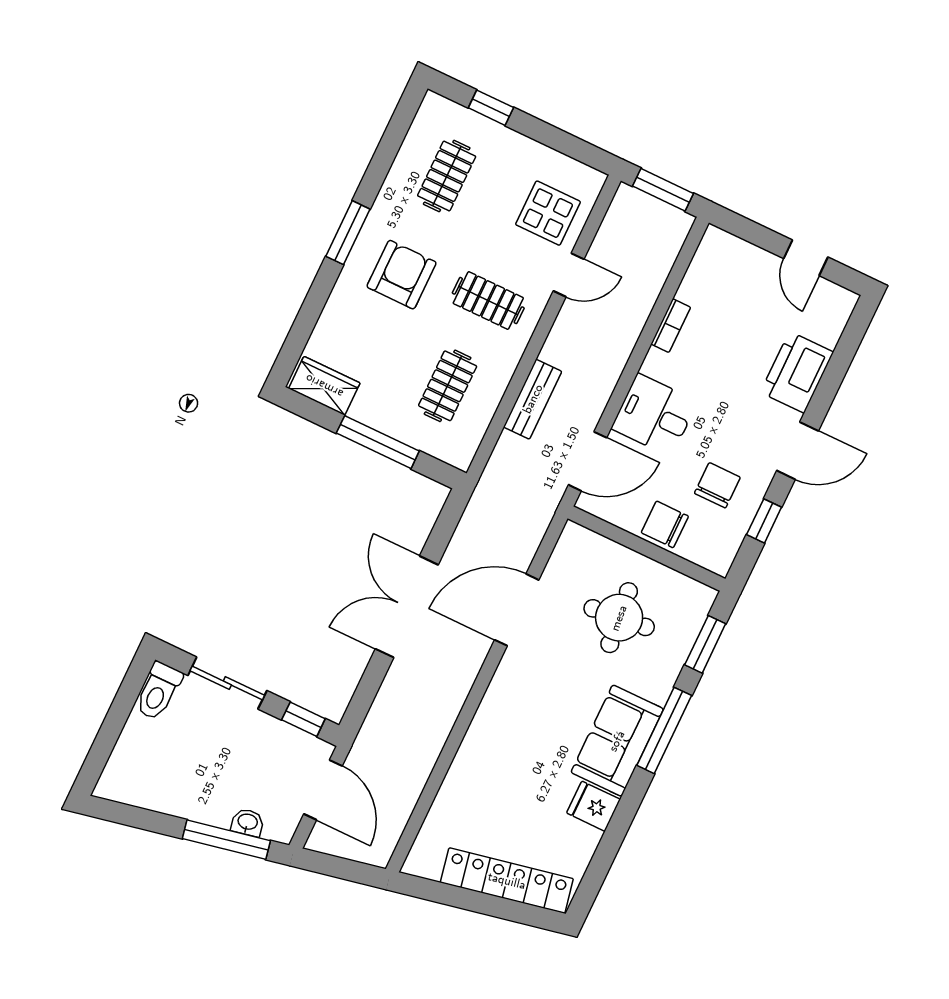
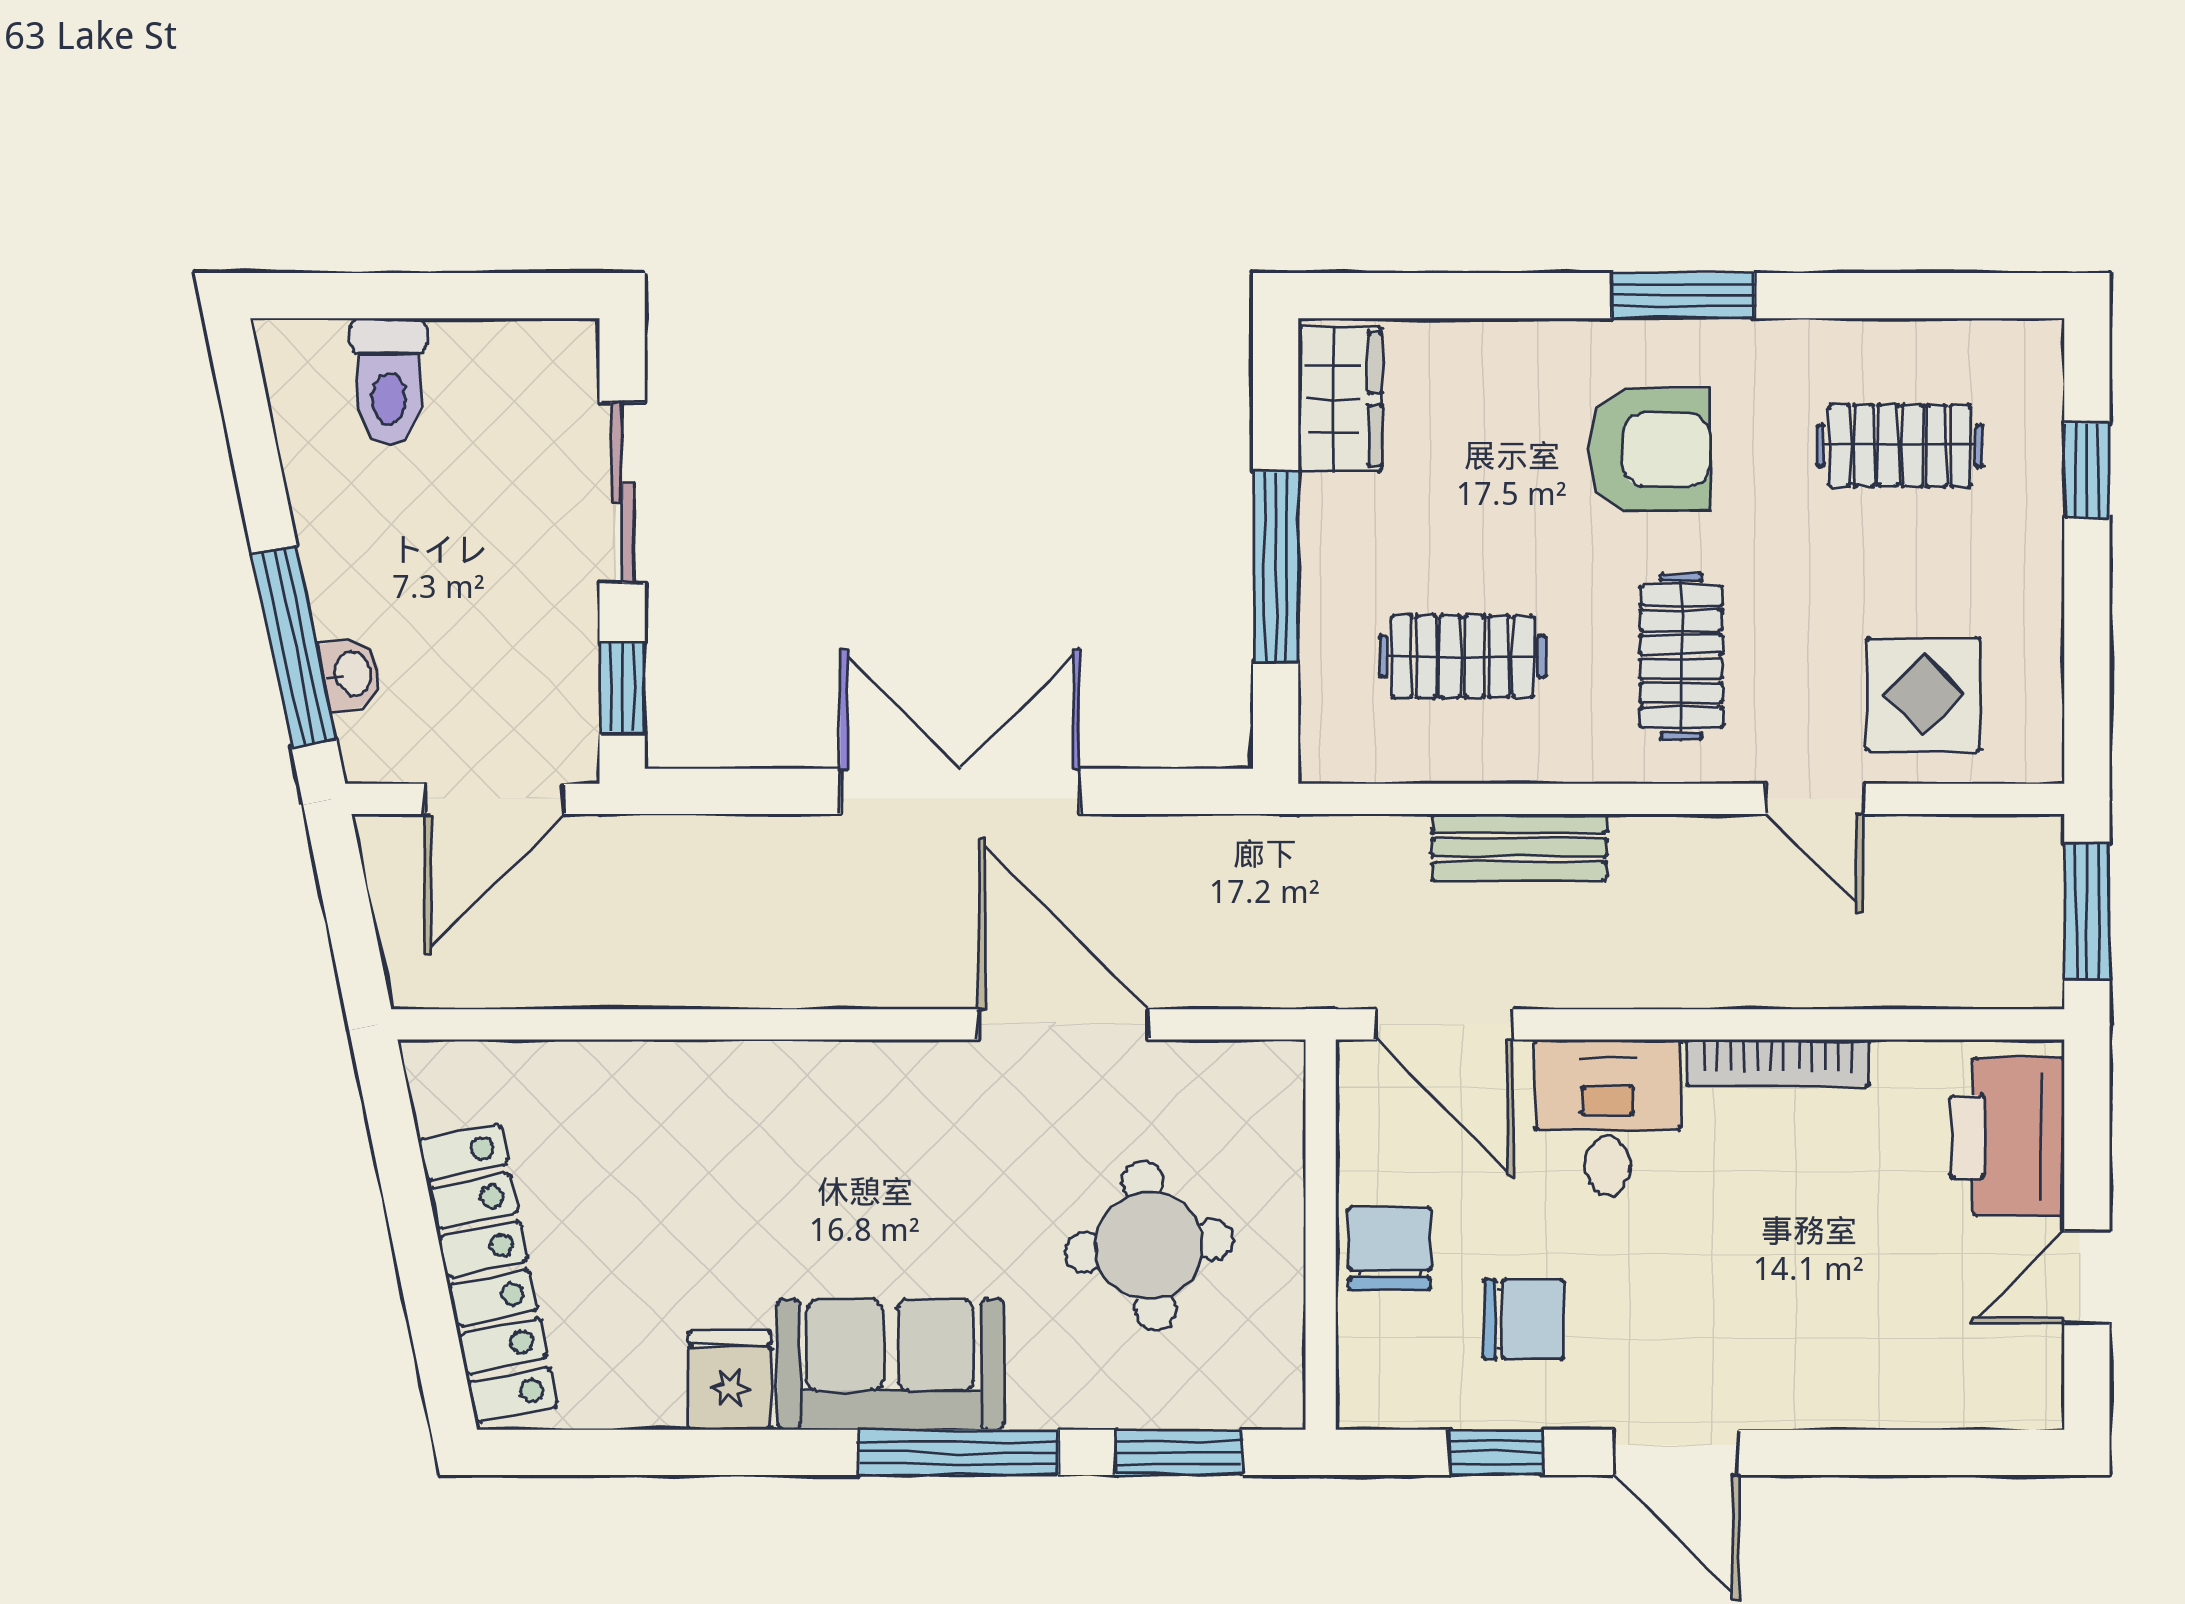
bookcase: (671, 326) -> (1778, 1063), width x1.56
printer: (797, 372) -> (2007, 1137), moved, turned -90
toilet: (158, 691) -> (388, 381), moved, turned -90

